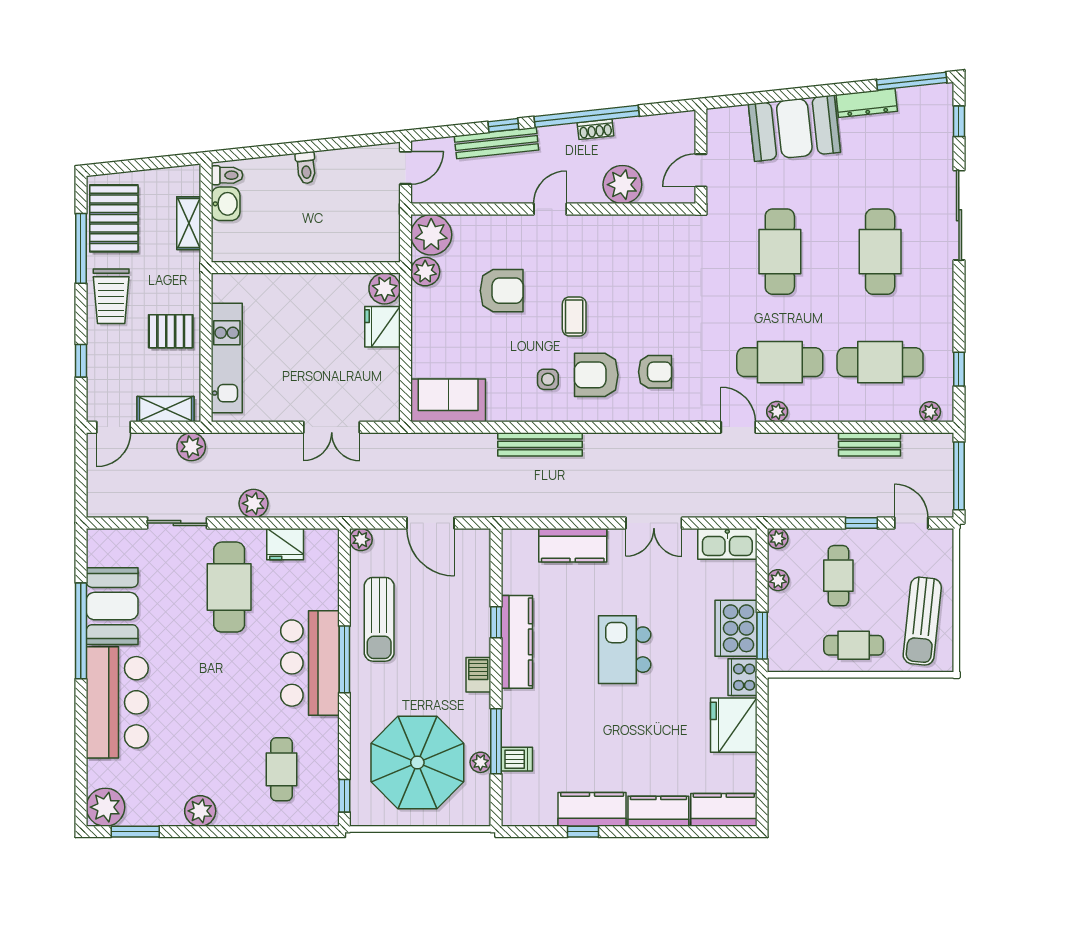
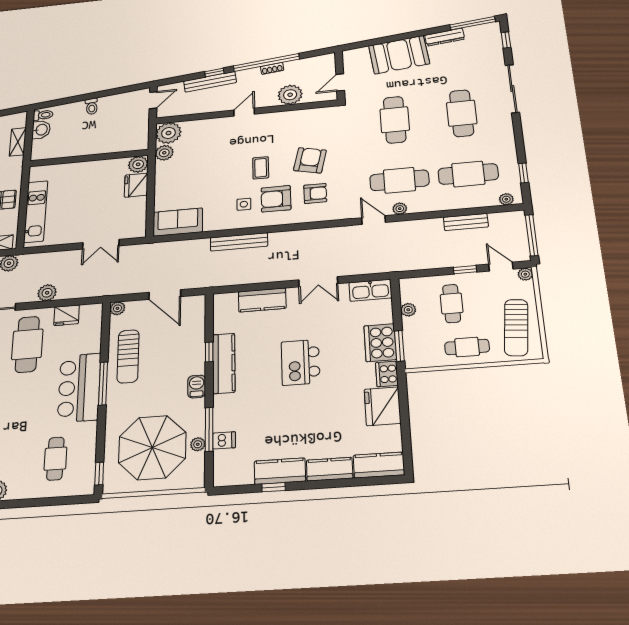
armchair: (502, 291) -> (310, 160), moved, turned -77
plant: (778, 539) -> (525, 274), moved

